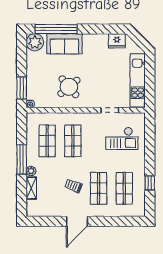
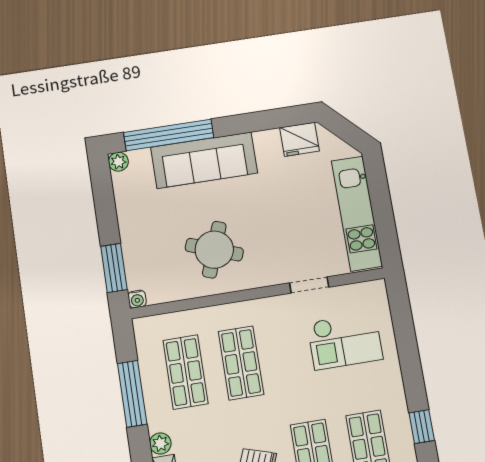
plant: (35, 42) -> (118, 162), width x0.53, depth x0.53
sofa: (64, 44) -> (204, 160), width x1.36
round table: (69, 87) -> (214, 250), turned -30
window: (22, 159) -> (132, 394), moved

